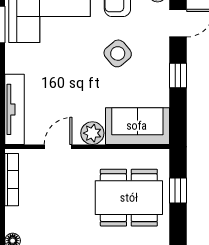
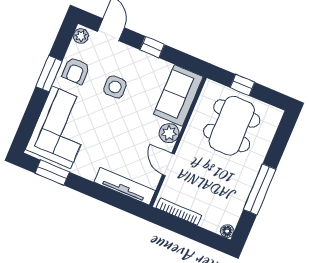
side table: (118, 53) -> (115, 87), turned 37

